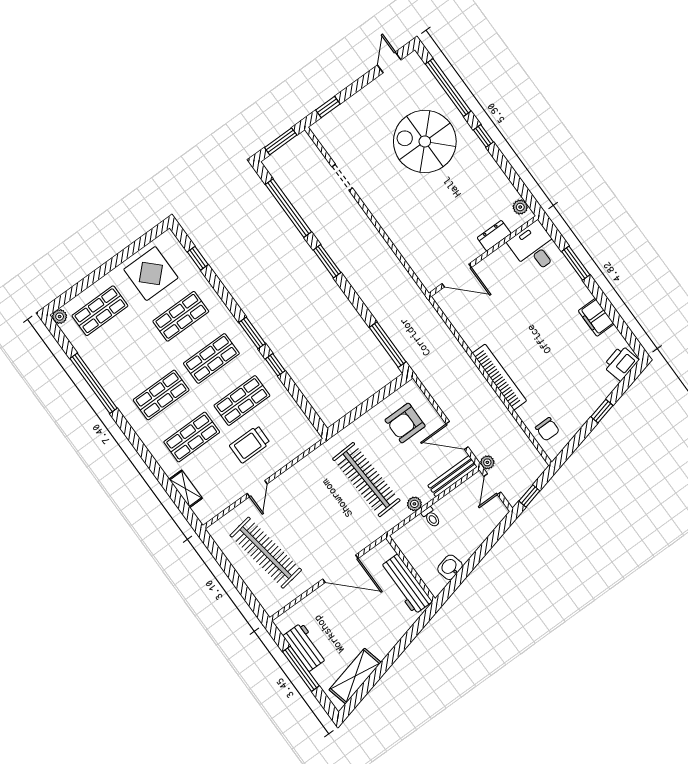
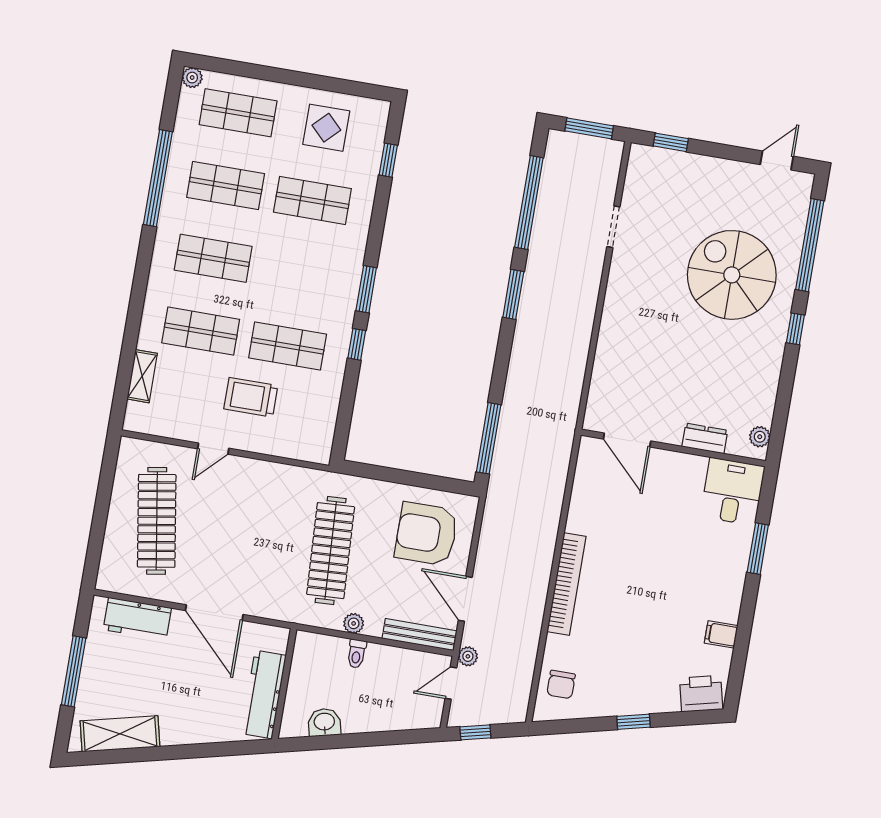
display table: (151, 274) -> (326, 128), width x0.73, depth x0.73
filing cabinet: (596, 317) -> (721, 634), width x0.50
shop shelf: (211, 358) -> (226, 186), moved
armchair: (405, 423) -> (426, 534), width x1.36, depth x1.36
workbench: (305, 647) -> (137, 619), moved, turned 90

